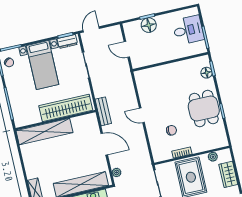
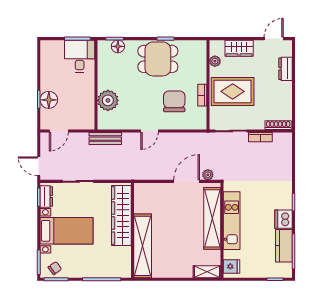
desk: (188, 30) -> (80, 56), moved
door: (127, 49) -> (59, 131), moved
plant: (160, 75) -> (108, 100), added
bench: (103, 111) -> (105, 139), moved
chair: (171, 130) -> (174, 101), width x1.87, depth x1.87
door: (104, 144) -> (187, 181), moved

